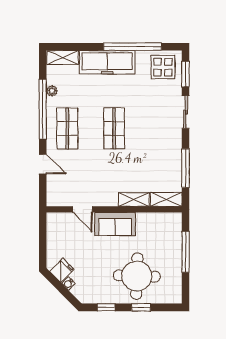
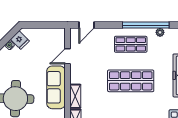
shop shelf: (114, 128) -> (131, 81), width x1.43, depth x1.36
door: (43, 164) -> (87, 25), moved
sofa: (115, 224) -> (56, 87), width x1.36

